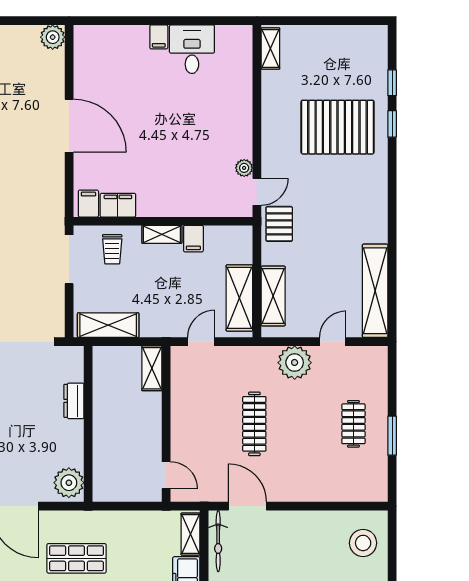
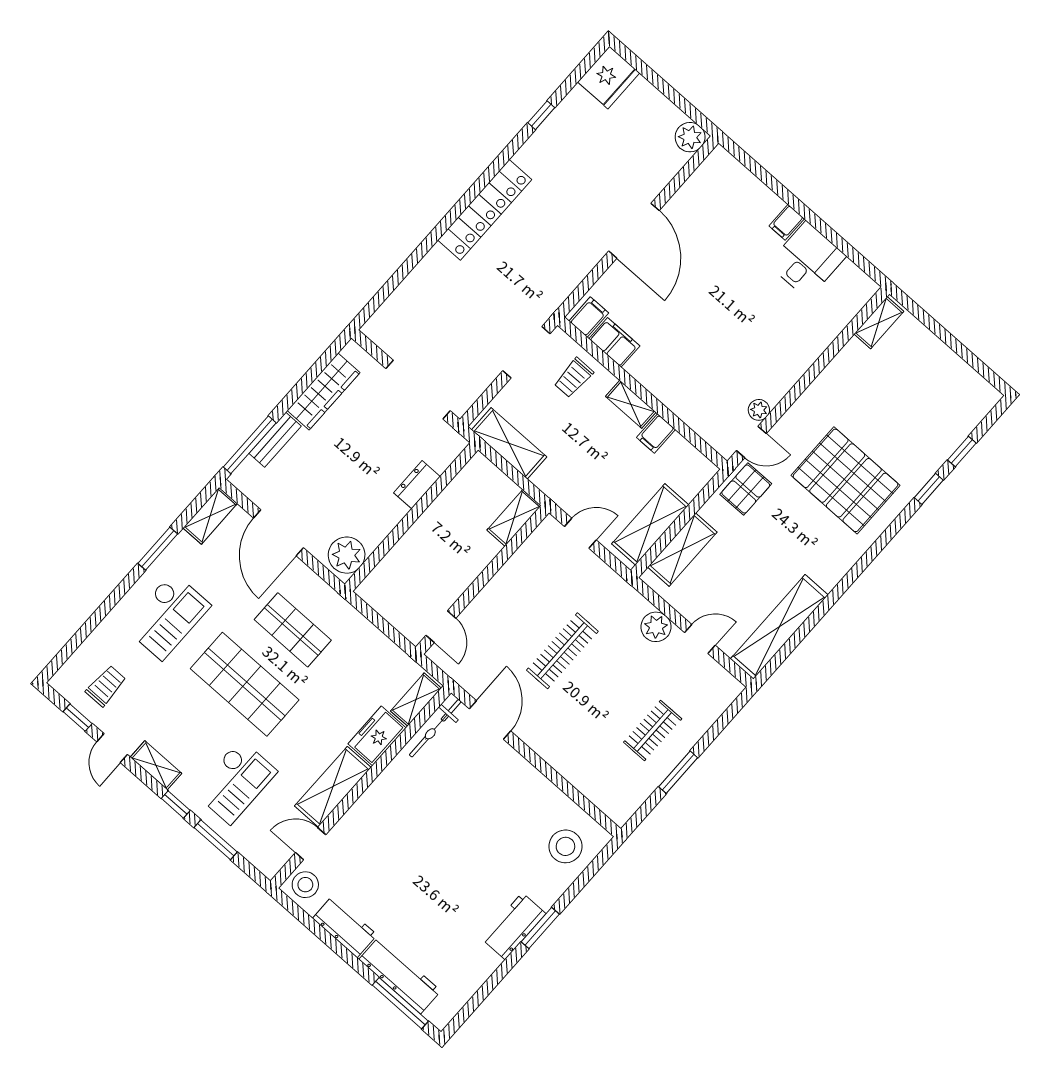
pallet: (338, 127) -> (846, 480), moved
plant: (295, 363) -> (656, 627), width x0.73, depth x0.73

